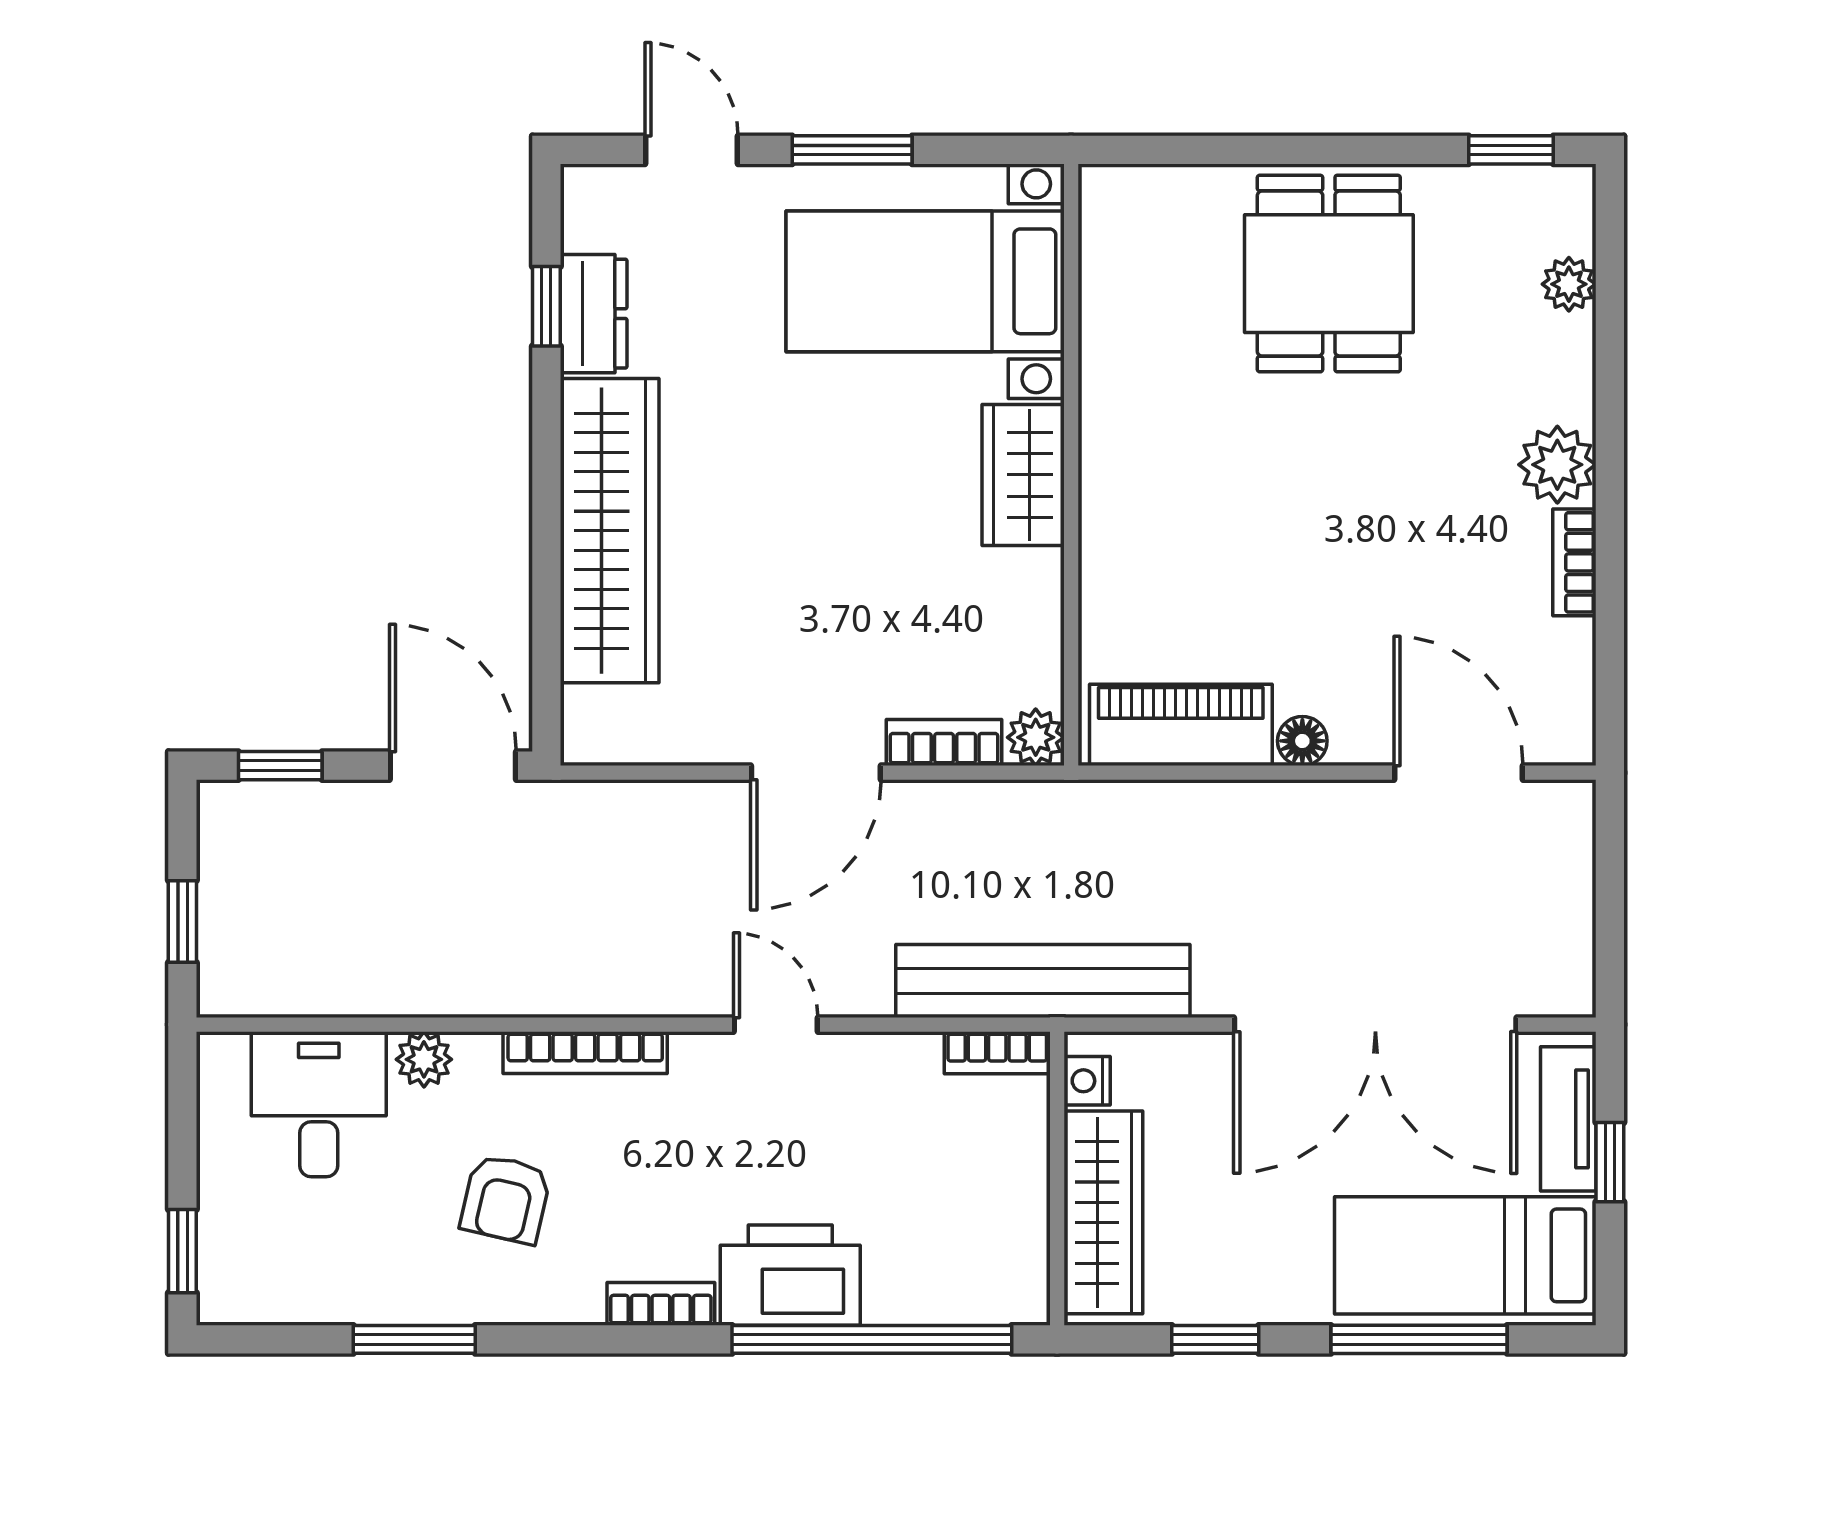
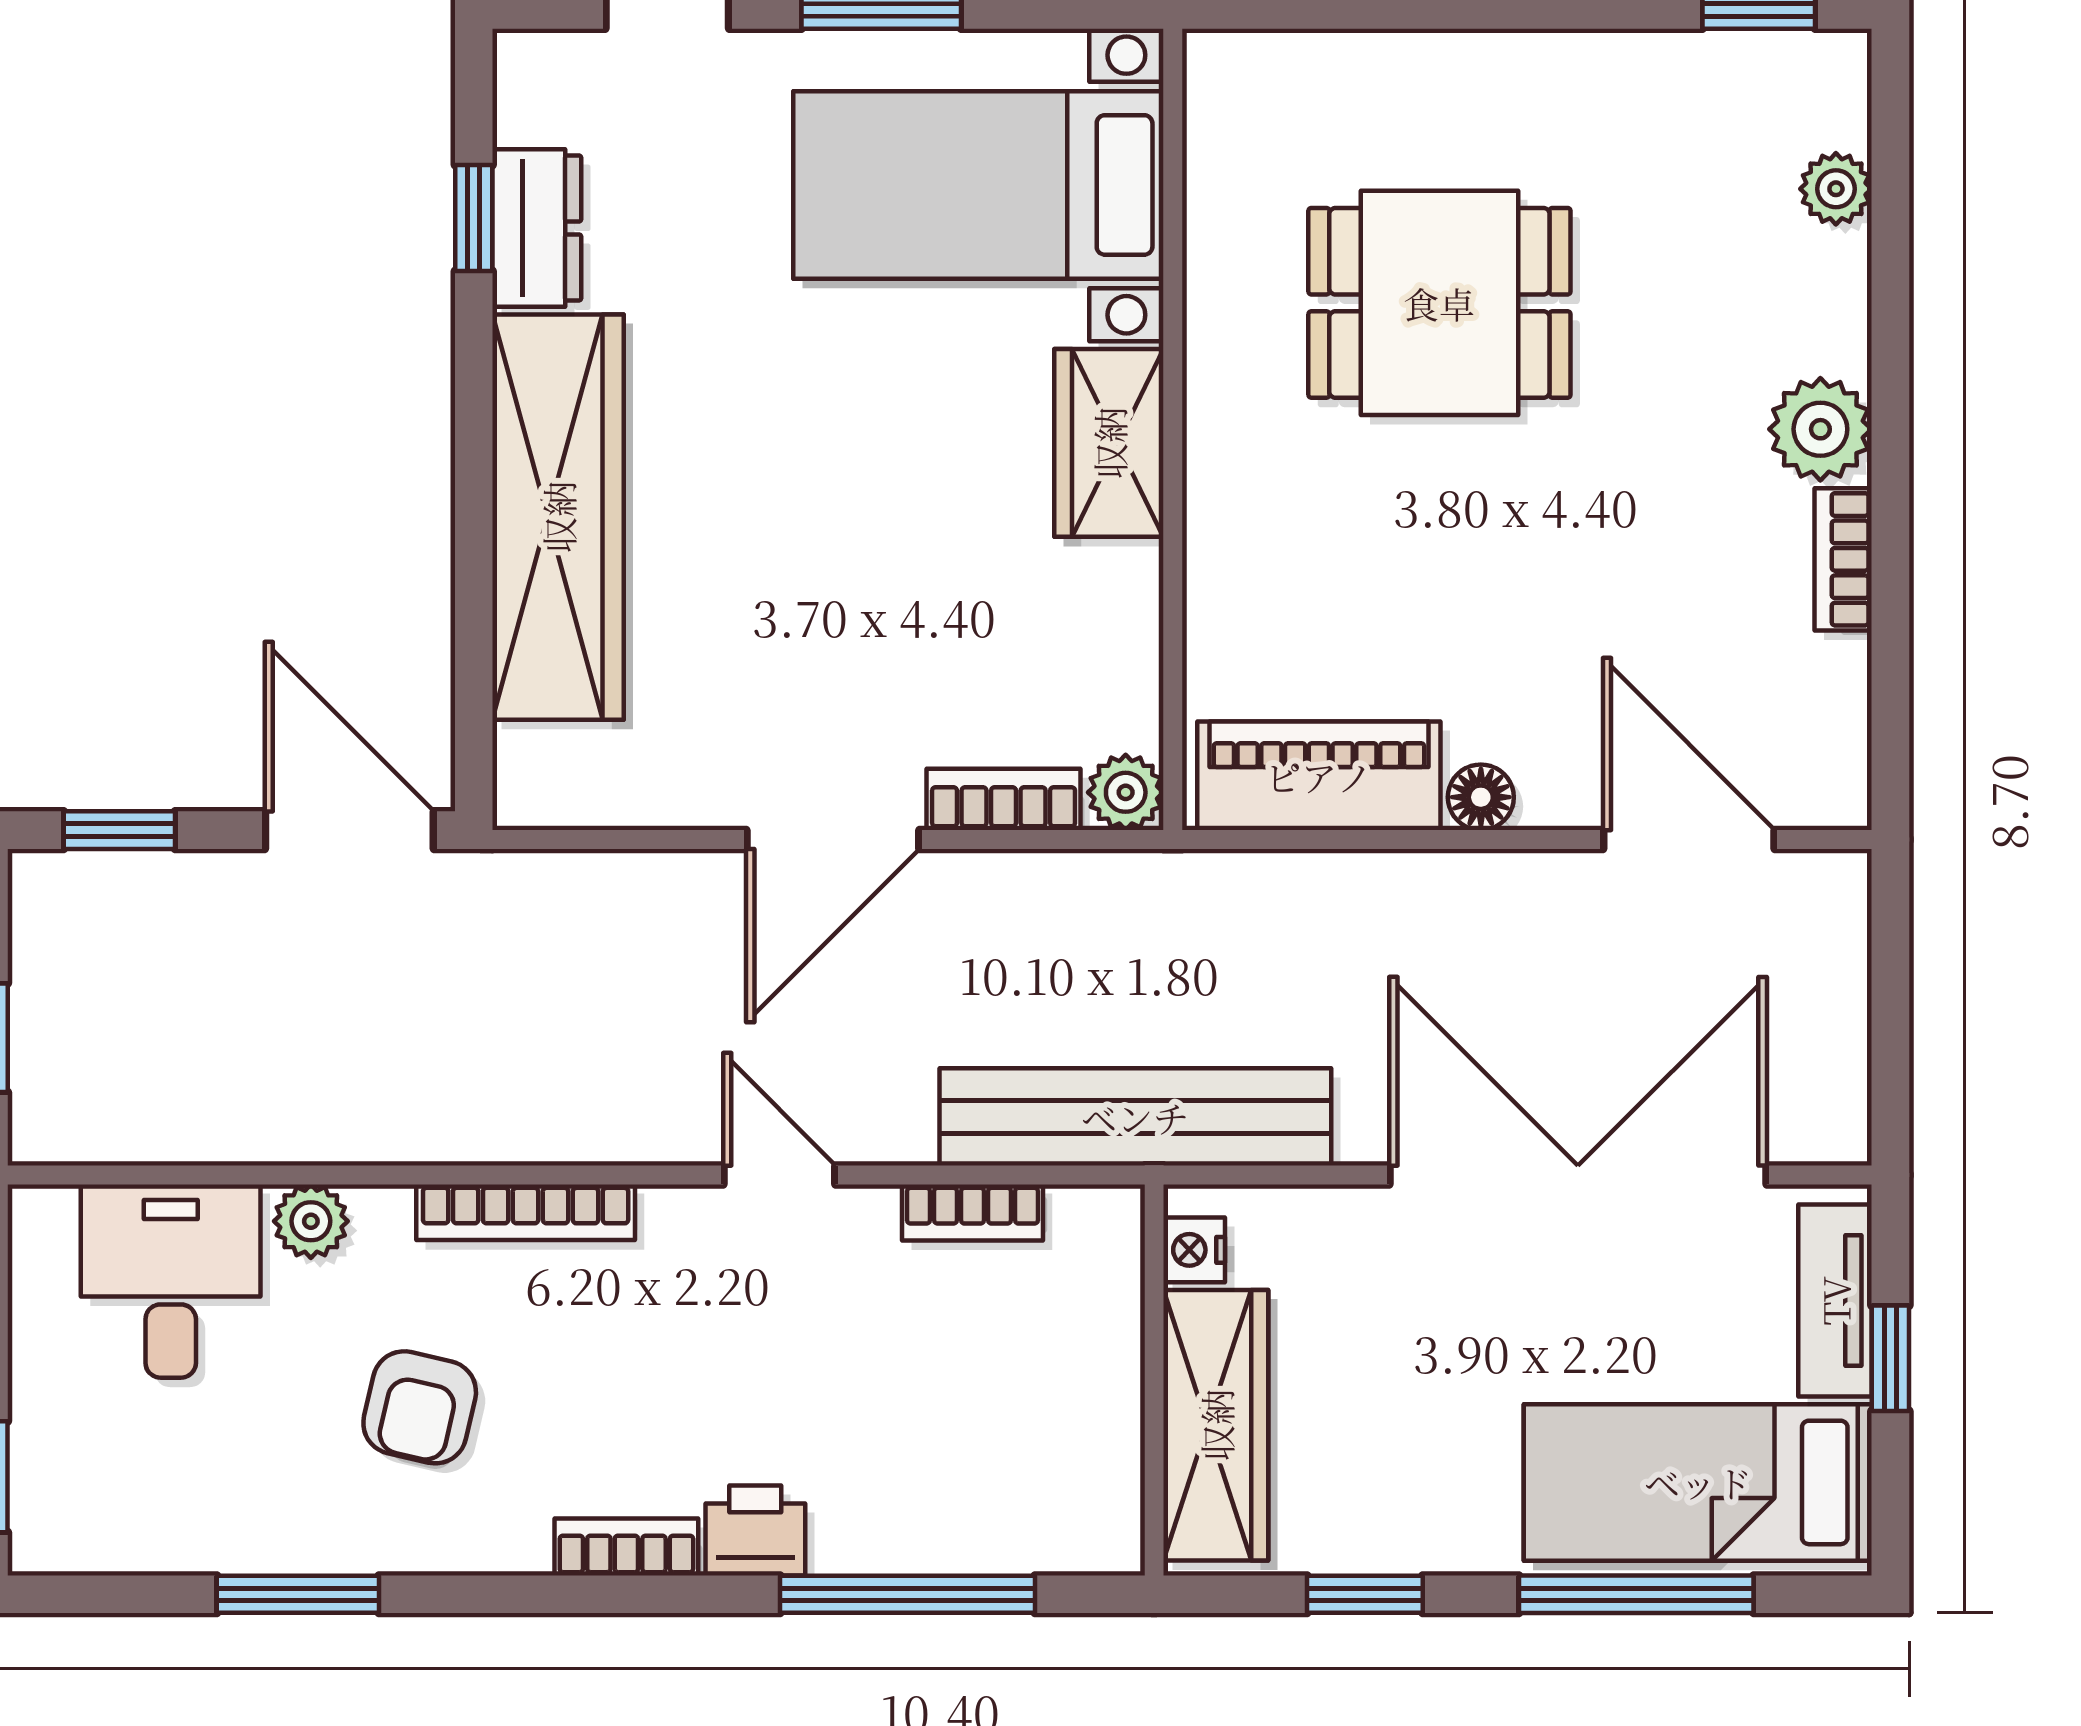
dining table: (1329, 274) -> (1439, 303), moved, turned 90
double door: (1375, 1025) -> (1578, 1175), swing flipped
bookcase: (997, 1053) -> (972, 1212), moved
printer: (790, 1275) -> (755, 1531), width x0.53, depth x0.68
window: (872, 1339) -> (908, 1594), width x0.68

